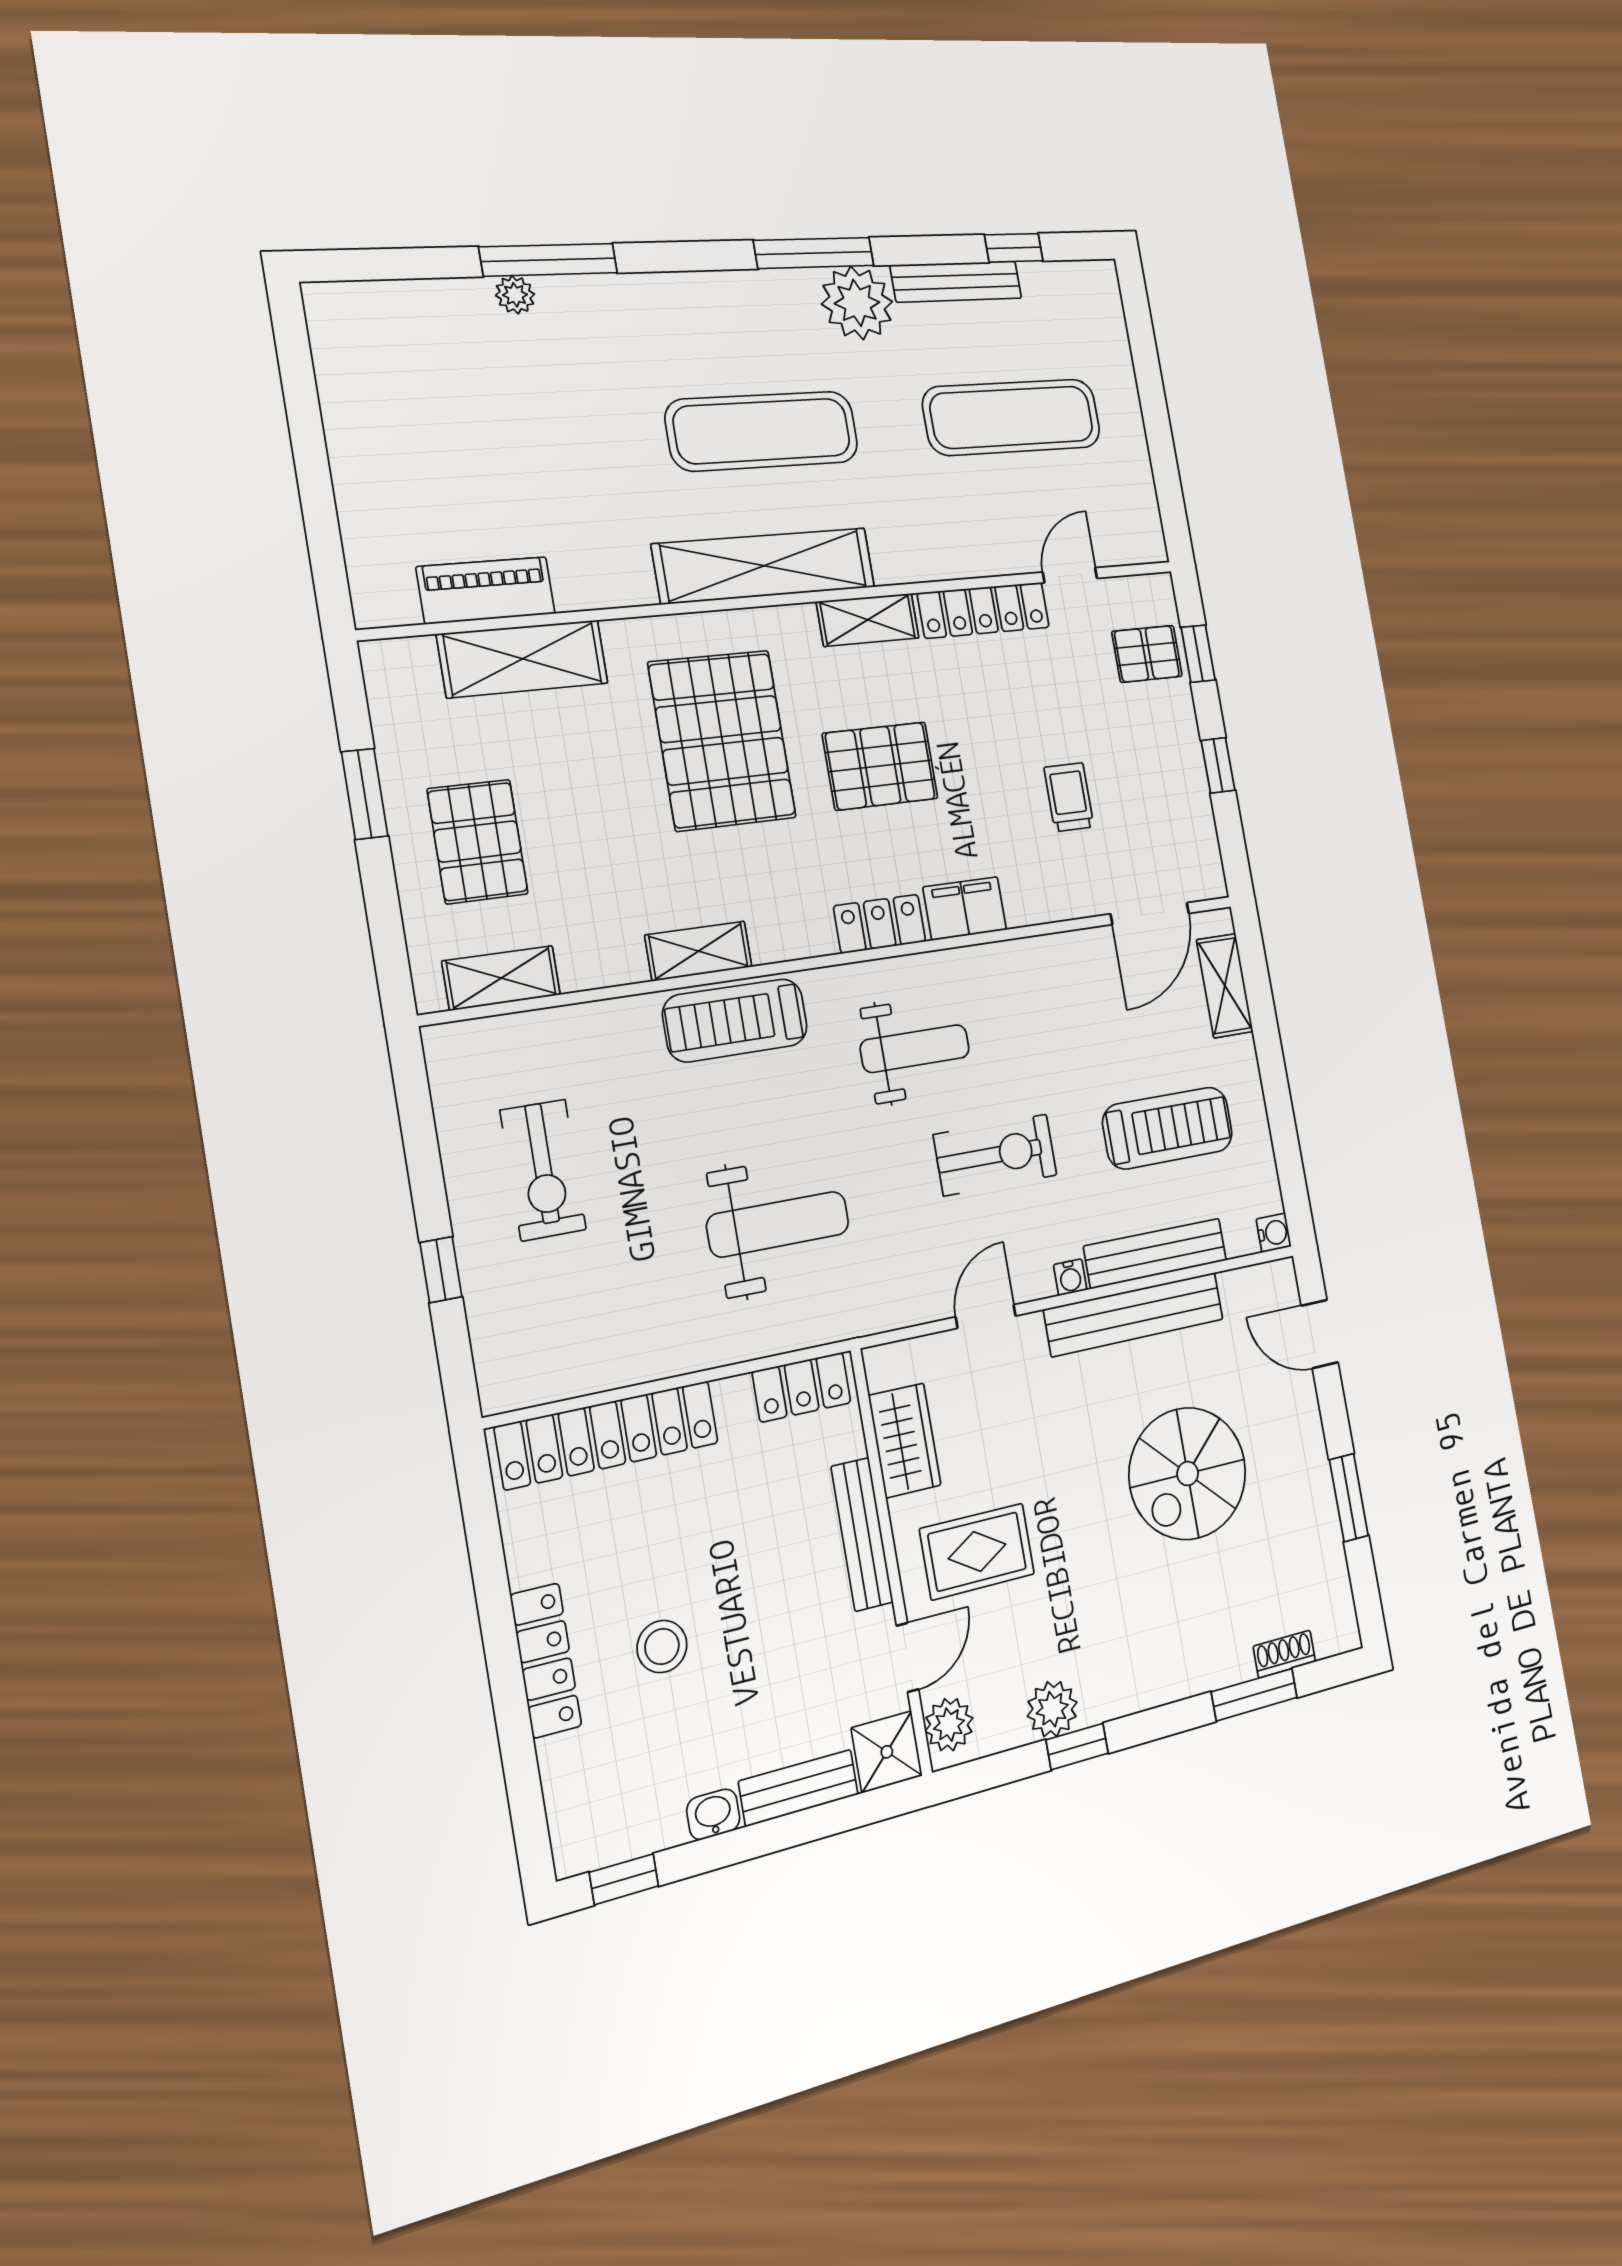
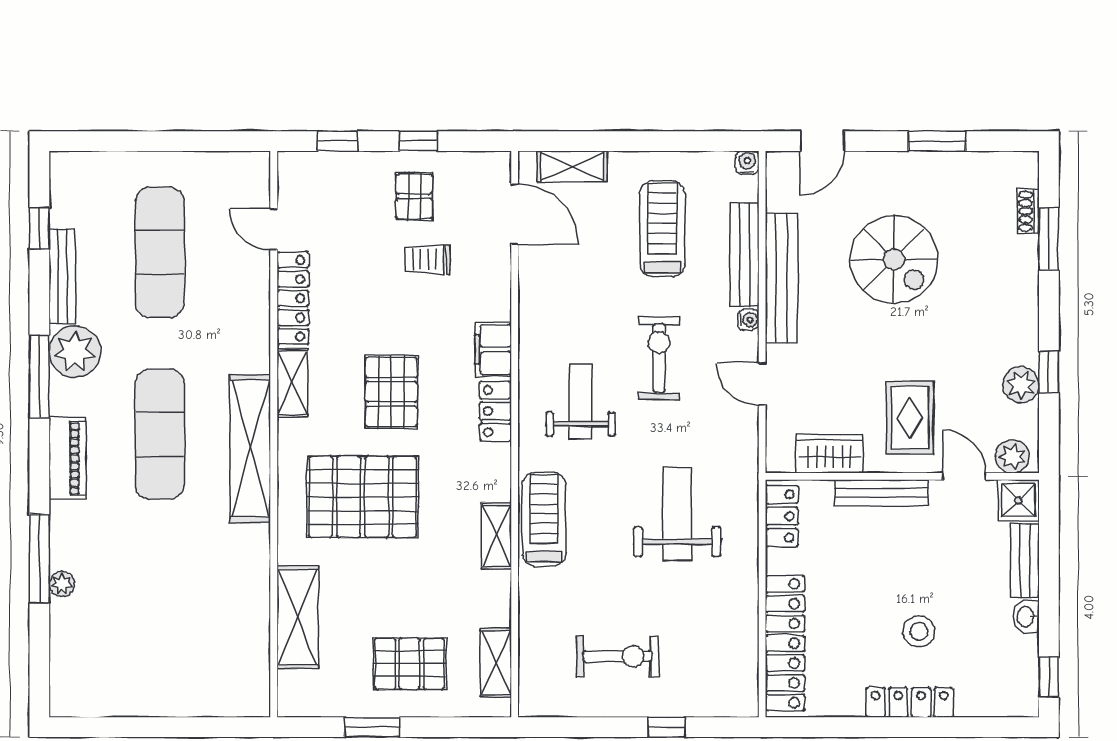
piano: (486, 590) -> (67, 458), moved, turned 180
pallet: (1147, 654) -> (414, 196), moved
treadmill: (735, 1020) -> (544, 519), turned 180

